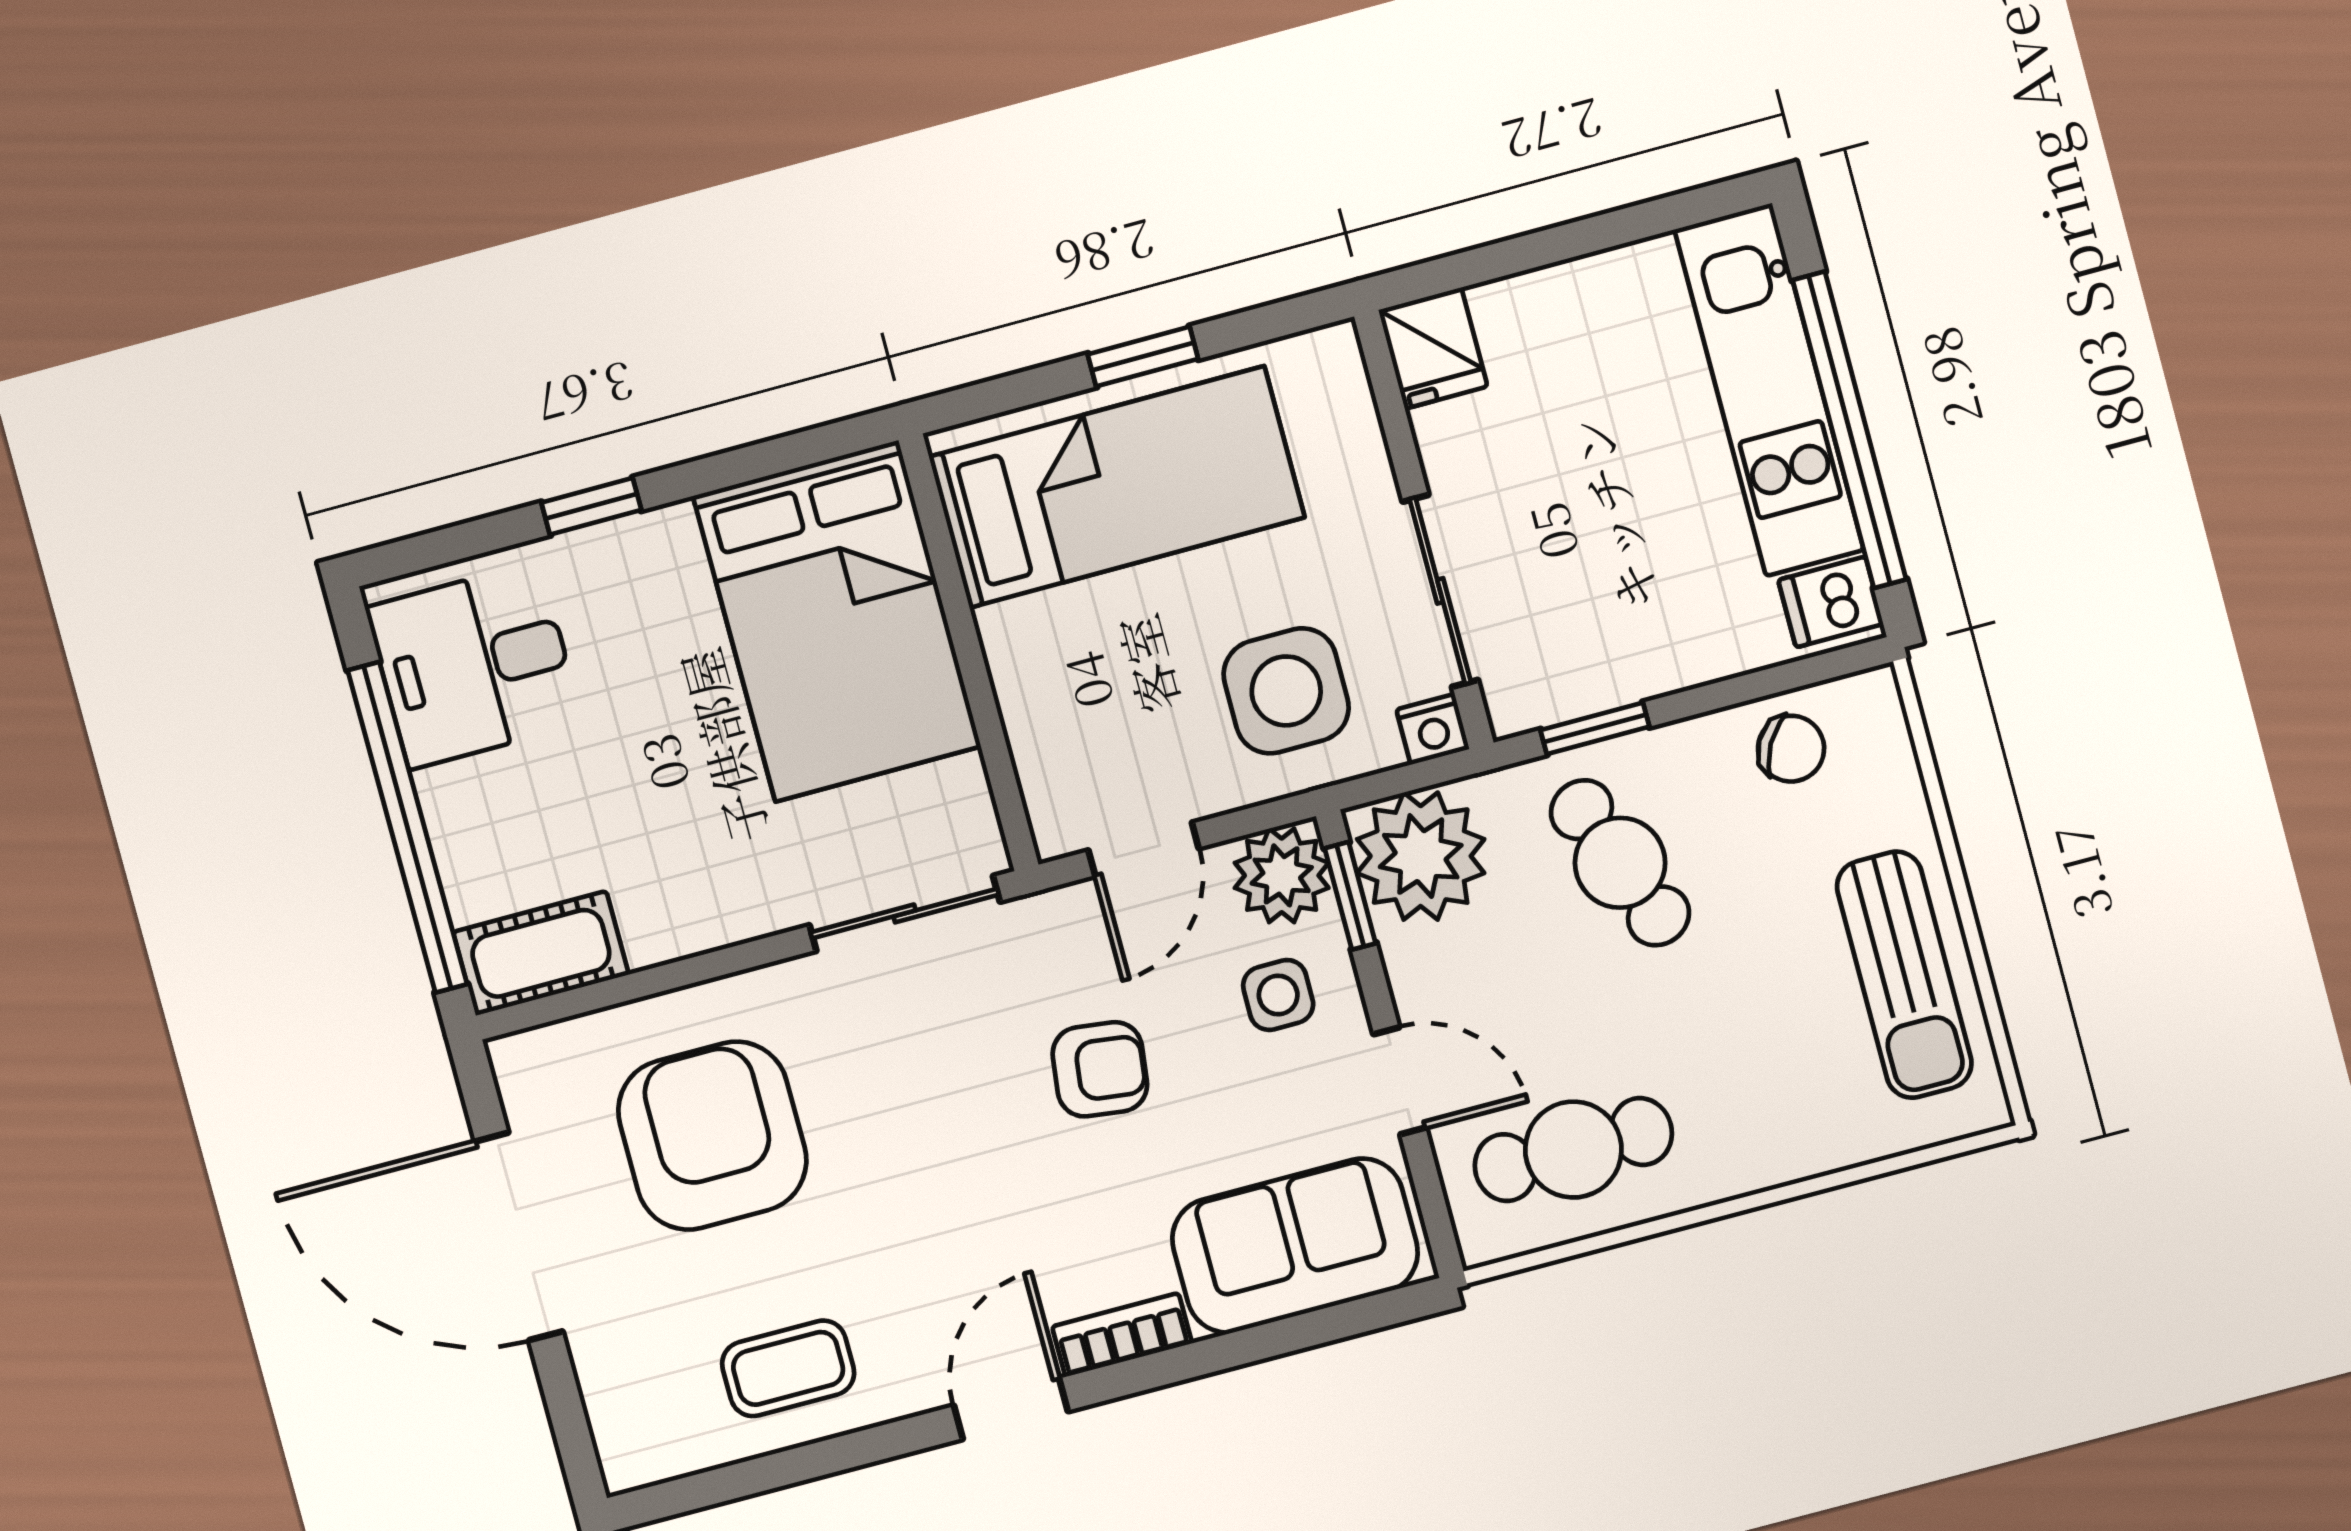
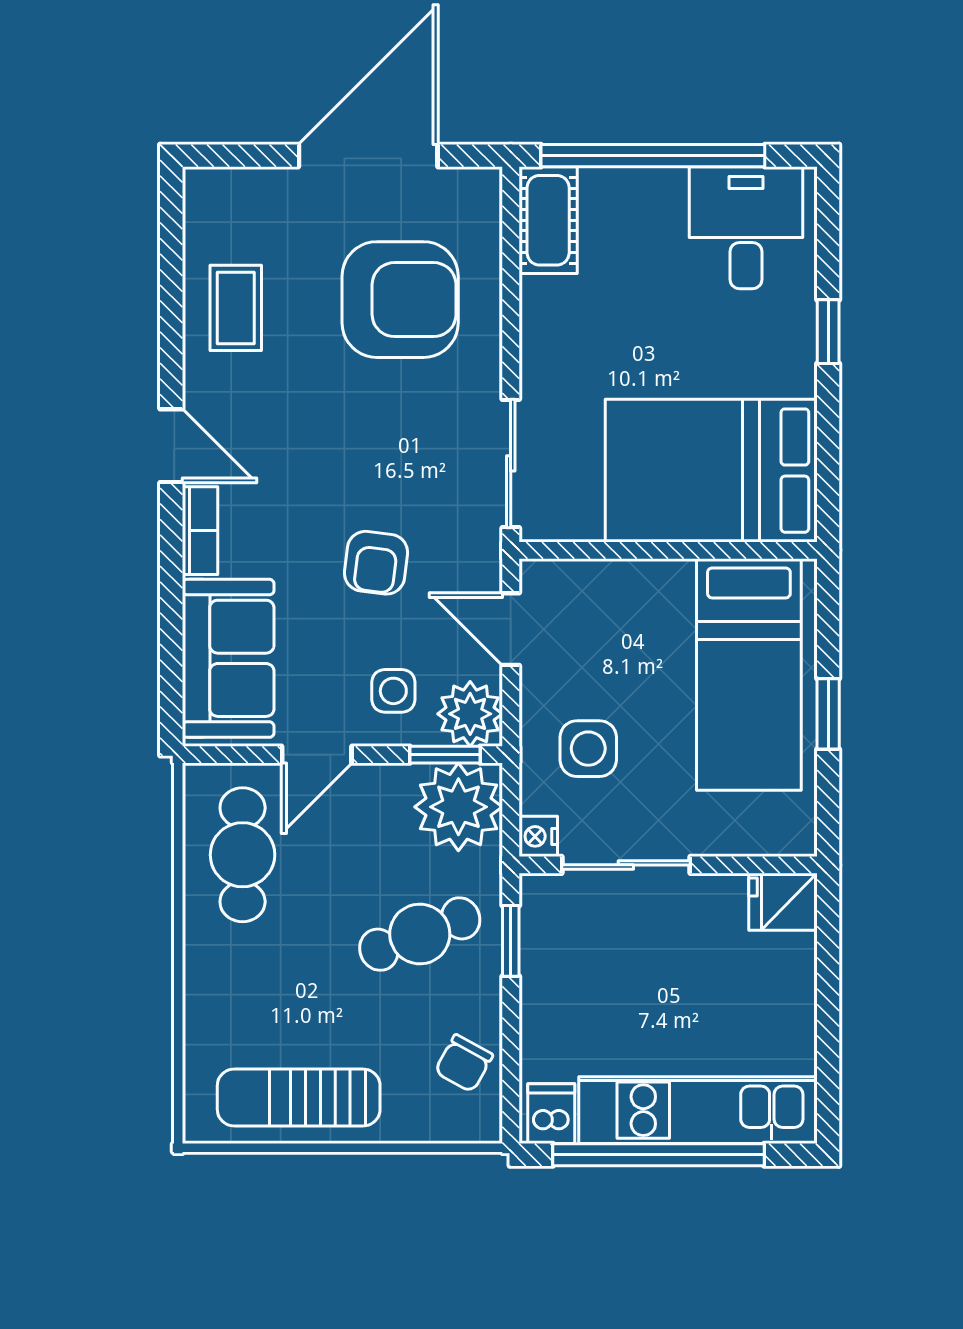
side table: (1286, 691) -> (588, 749), width x0.73, depth x0.73

